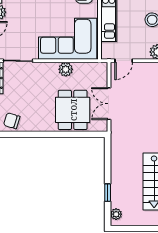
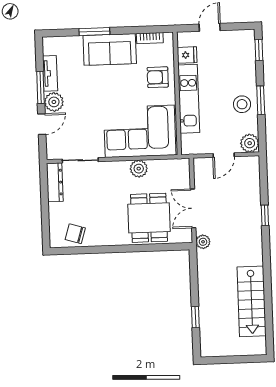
door: (124, 61) -> (224, 155), moved
plant: (116, 214) -> (203, 242), moved

